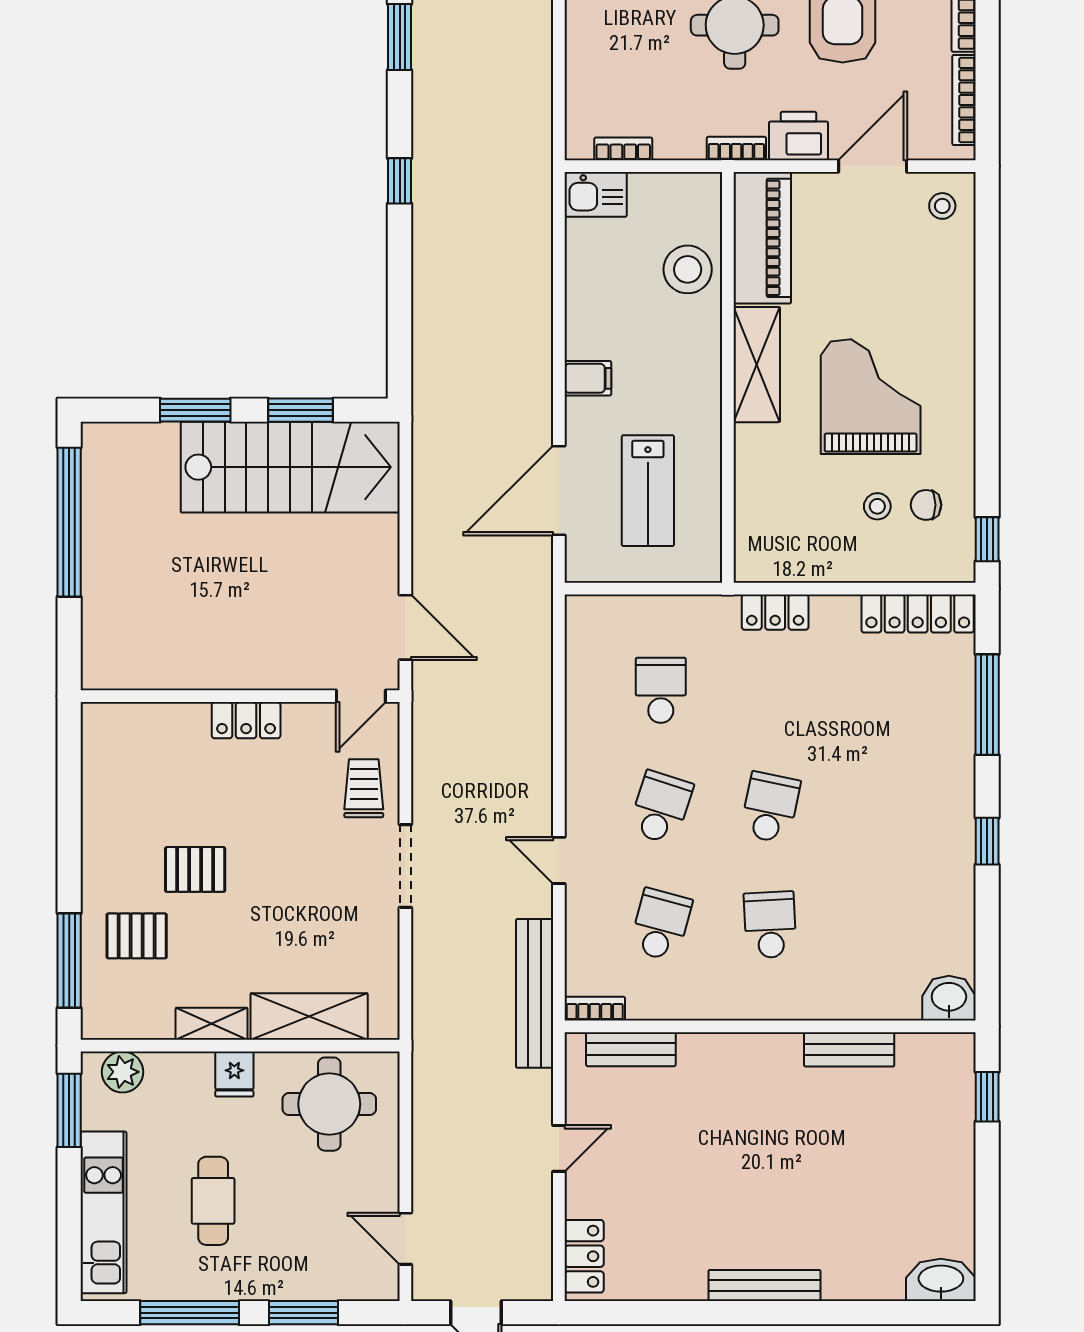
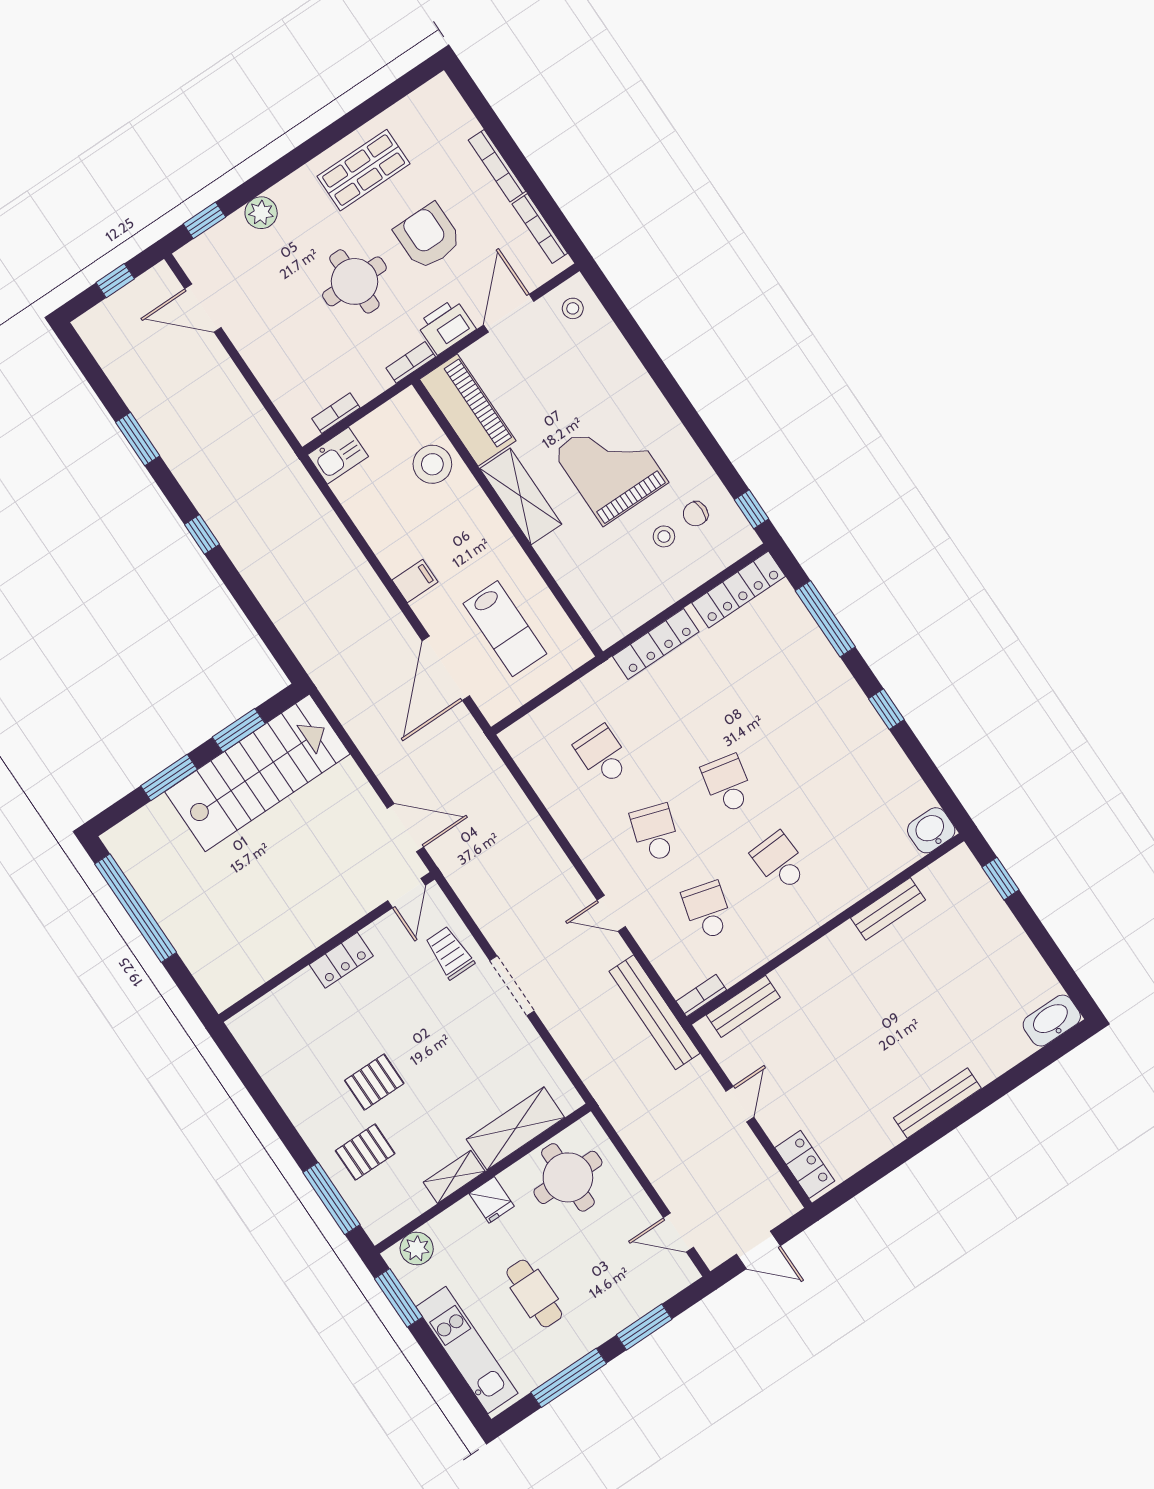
locker: (775, 612) -> (656, 644), width x1.53

